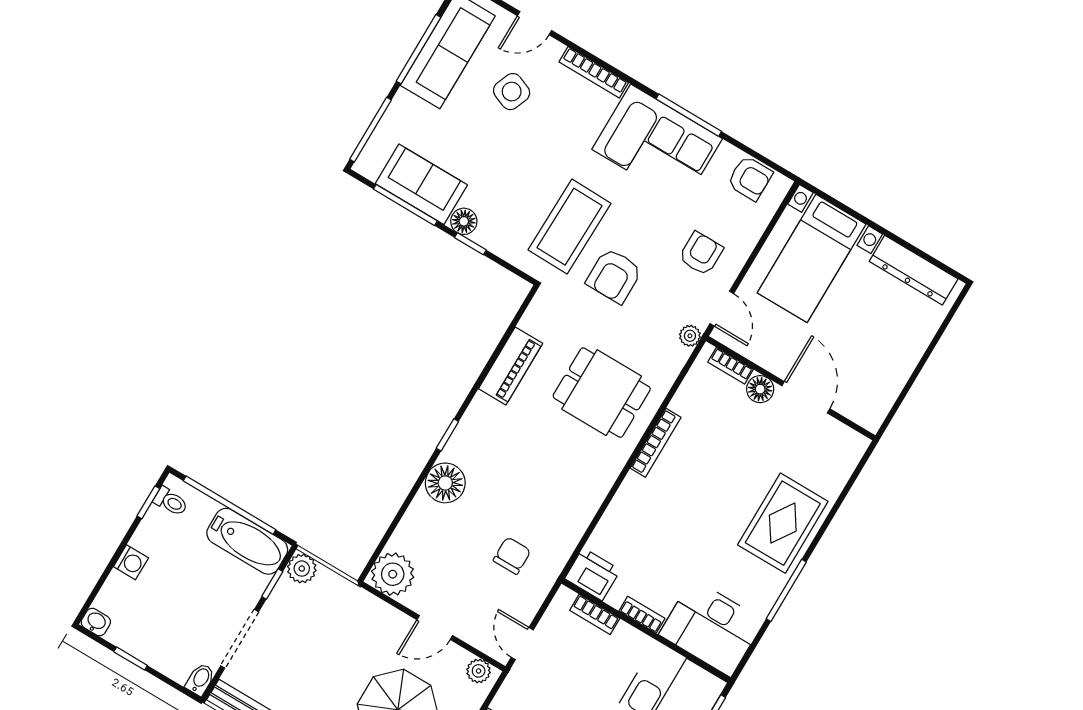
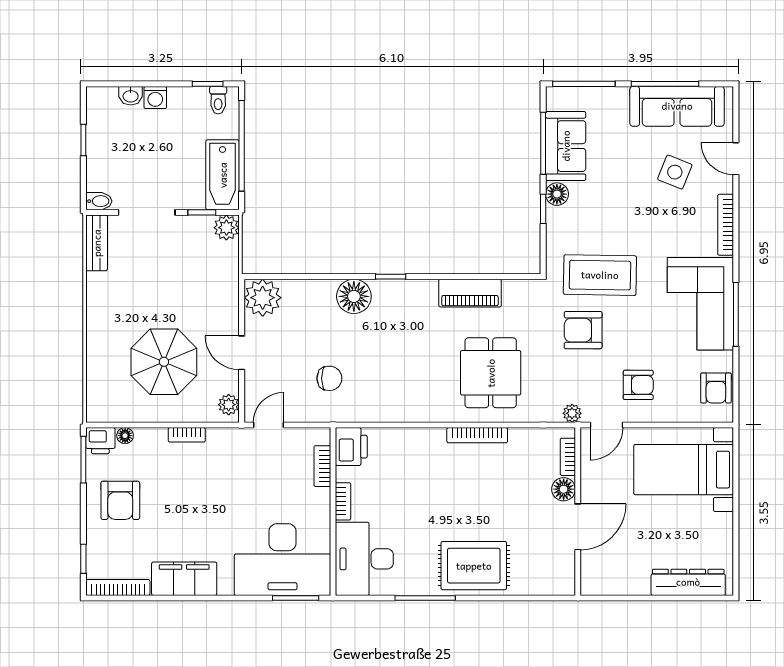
dresser: (914, 270) -> (688, 582), moved, turned 90
washbasin: (96, 622) -> (131, 96), moved, turned 90

